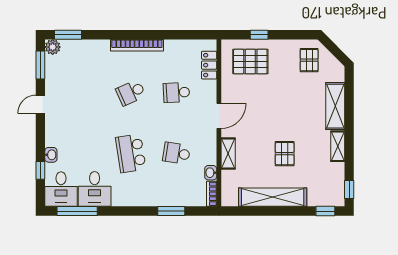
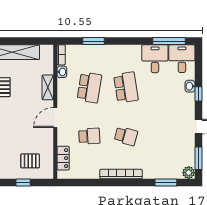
window: (68, 35) -> (166, 182), moved
pallet: (250, 62) -> (30, 161), width x0.67, depth x0.71
school desk: (131, 93) -> (126, 136), turned 39
school desk: (176, 153) -> (89, 87), width x1.85
window: (40, 170) -> (198, 94), moved

